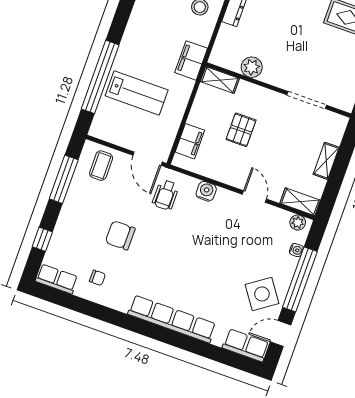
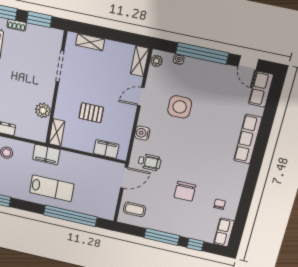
lab bench: (137, 93) -> (52, 188), moved, turned 90
shelving: (326, 161) -> (90, 42), moved
window: (64, 179) -> (162, 237), moved
side table: (262, 294) -> (180, 107), moved, turned 35
row of seats: (172, 319) -> (248, 139), width x0.73

